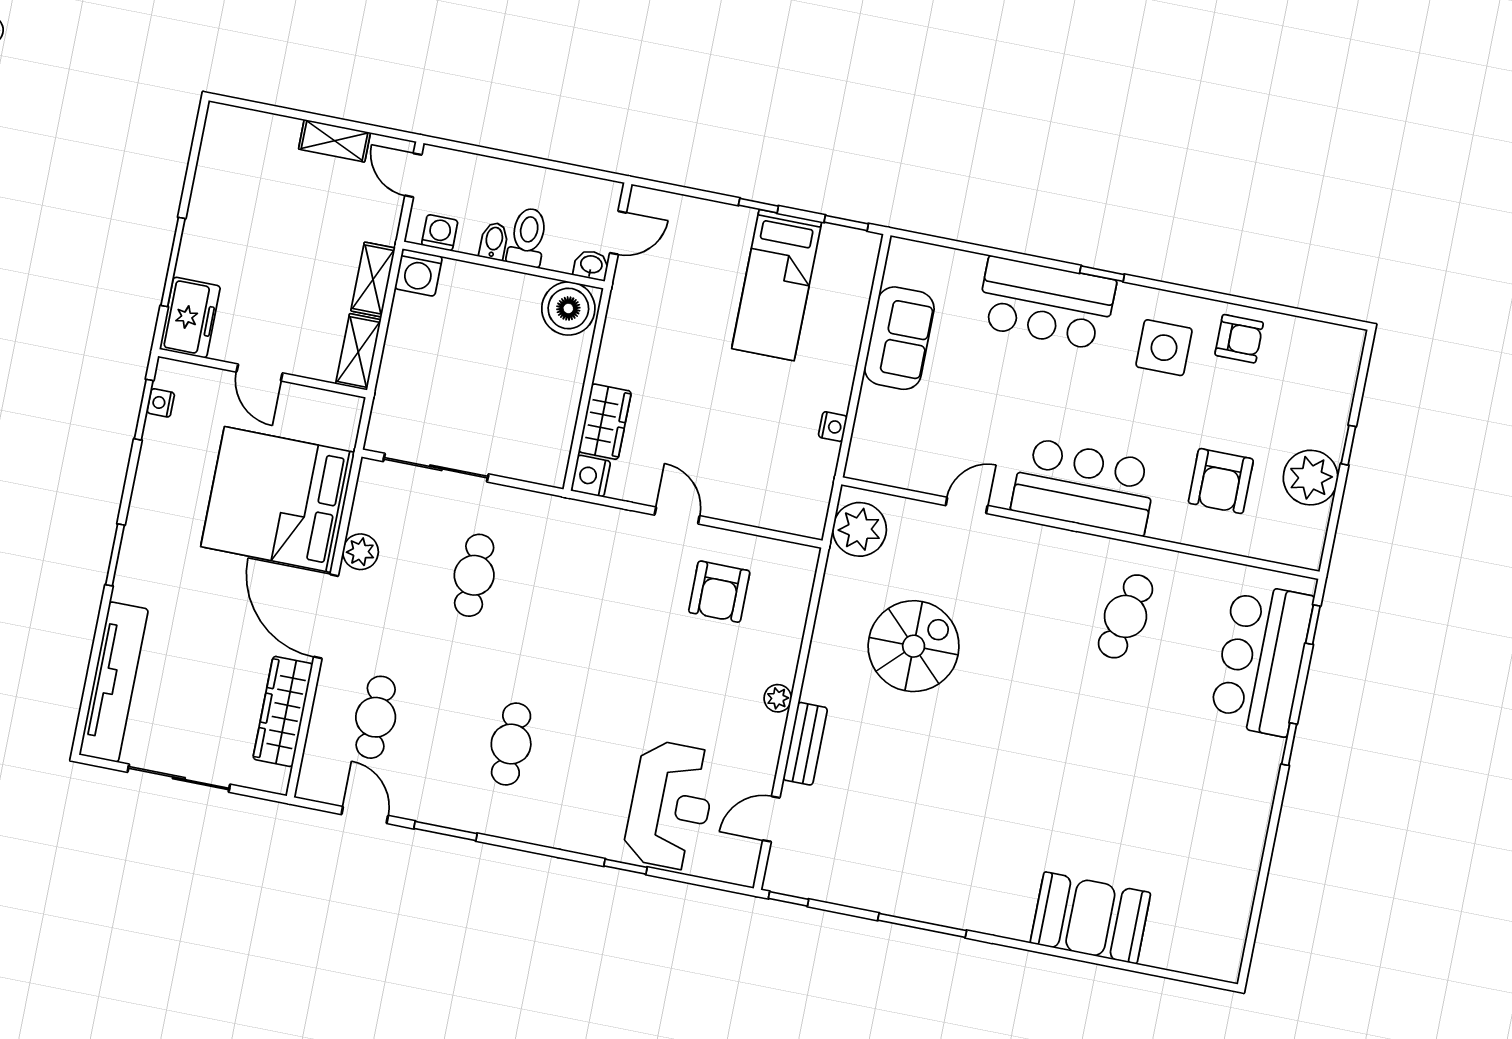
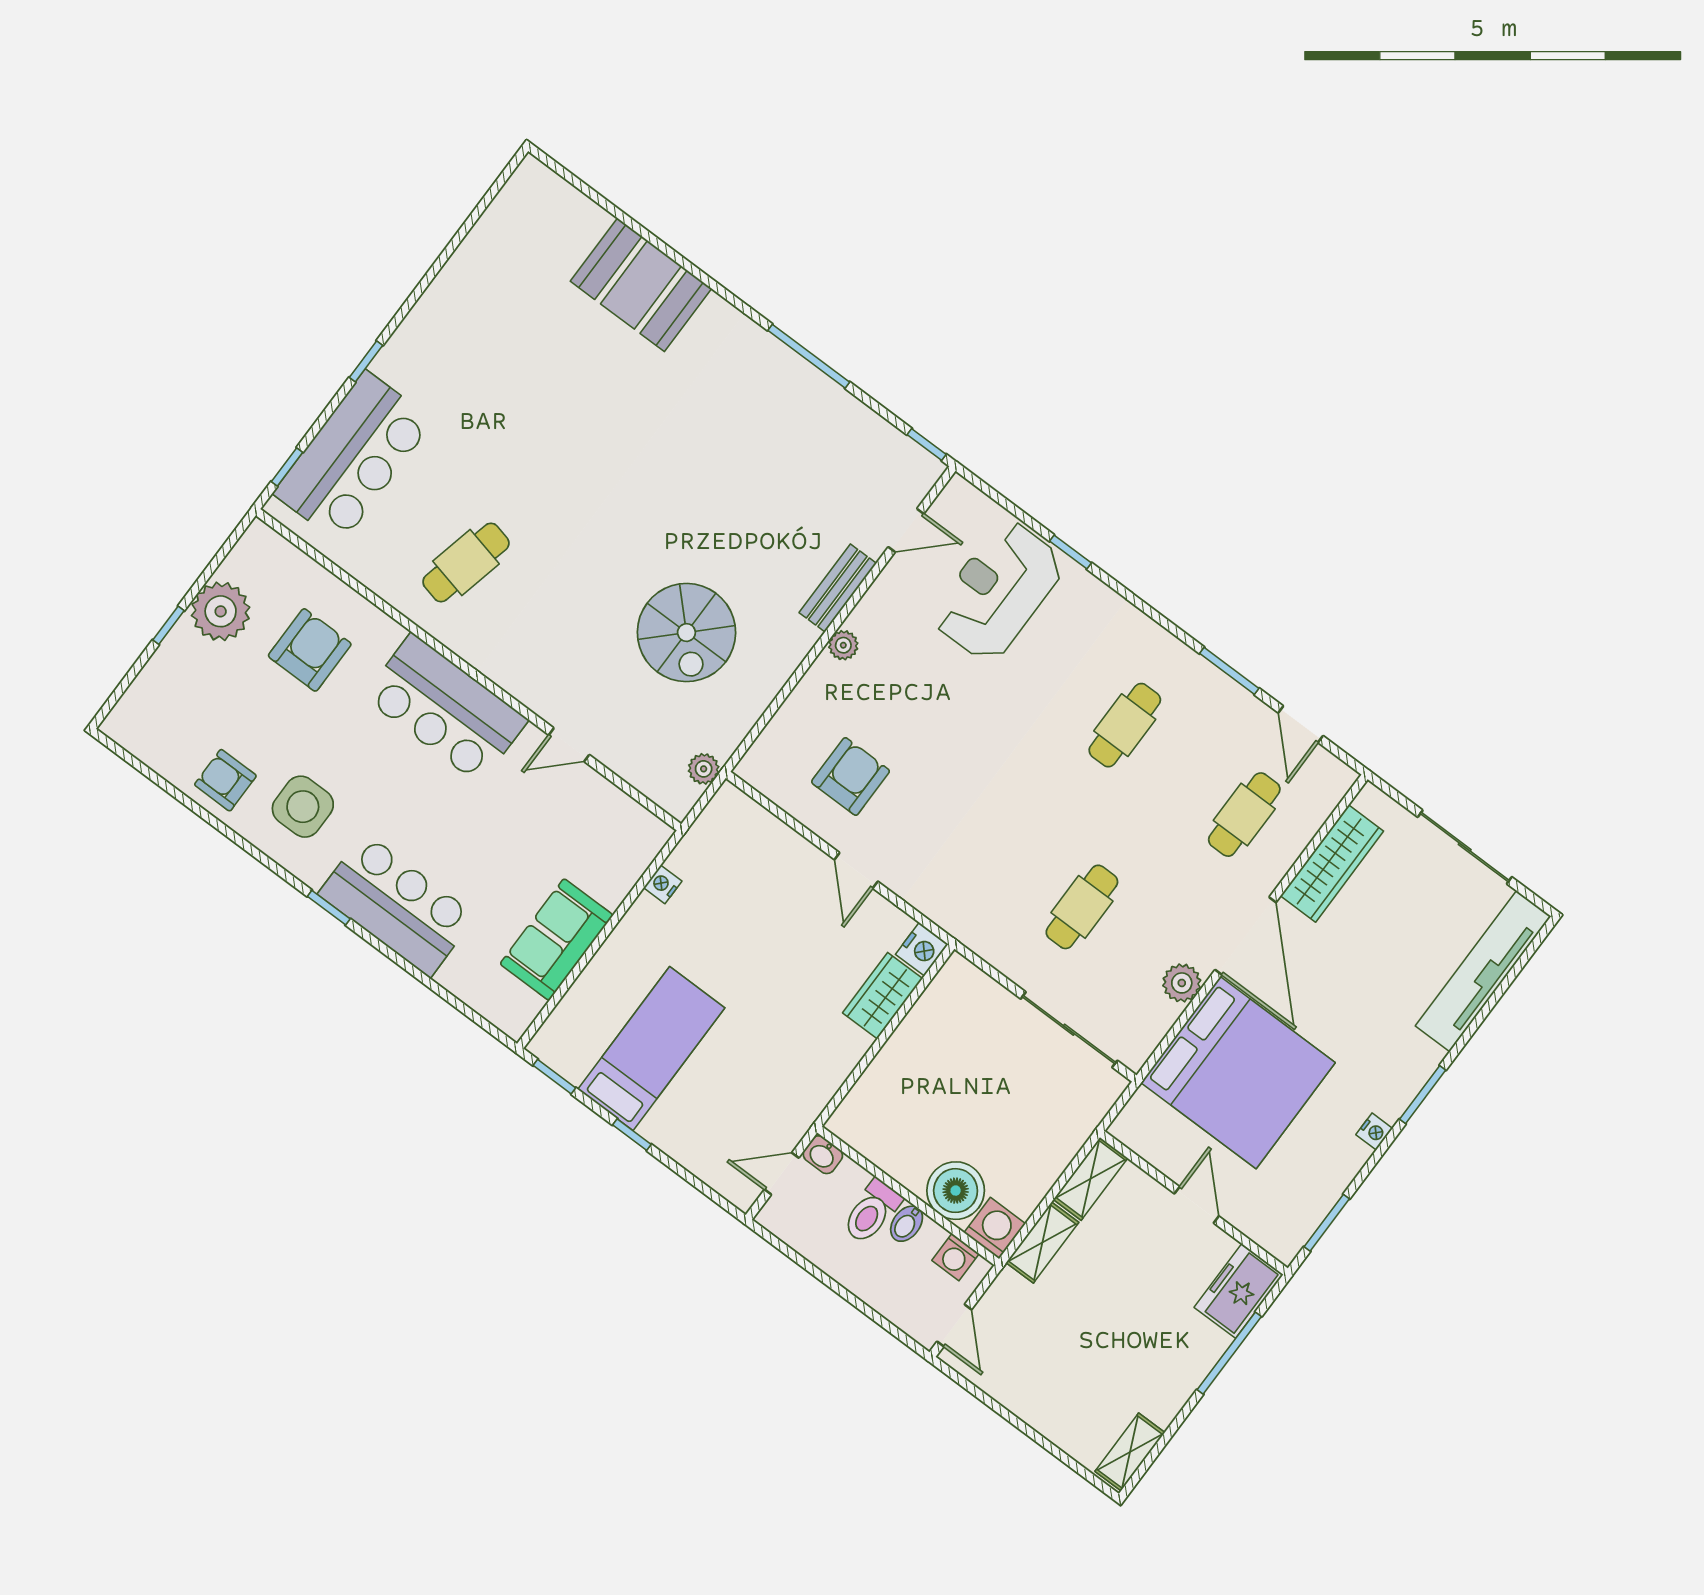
shelving: (334, 141) -> (1130, 1452), moved, turned 90
boiler: (568, 308) -> (956, 1191), moved
nightstand: (161, 403) -> (1374, 1132), moved
plant: (860, 529) -> (704, 769), width x0.53, depth x0.53
spiral stairs: (914, 646) -> (686, 633), turned -90

